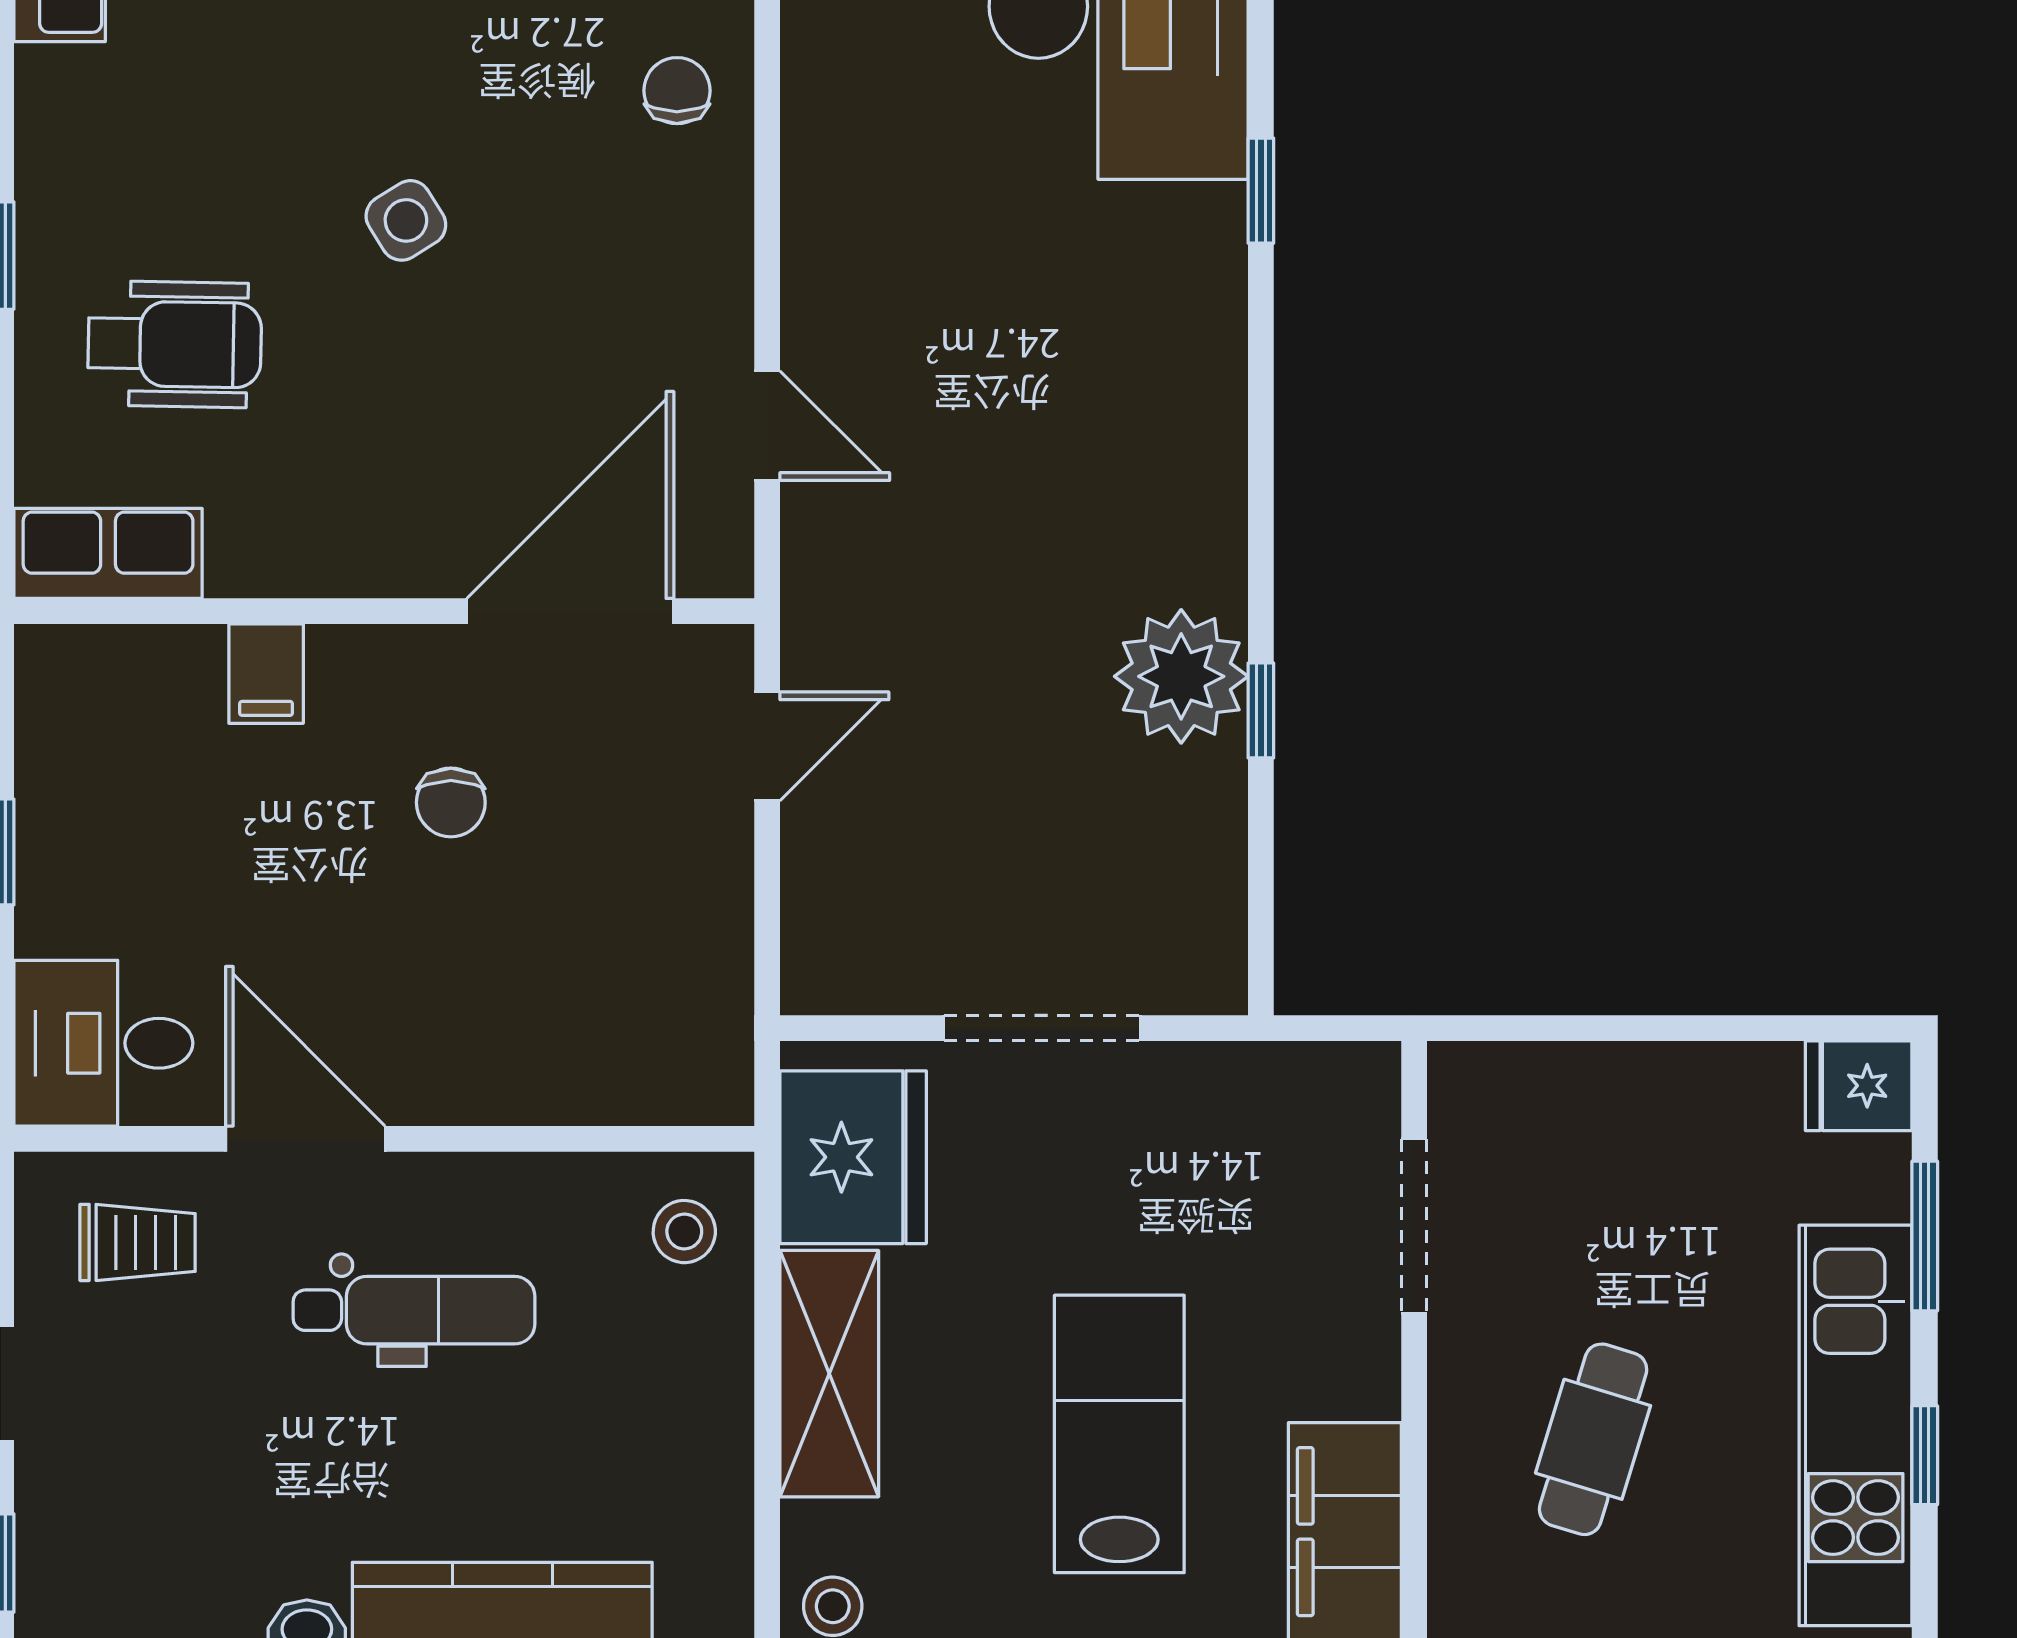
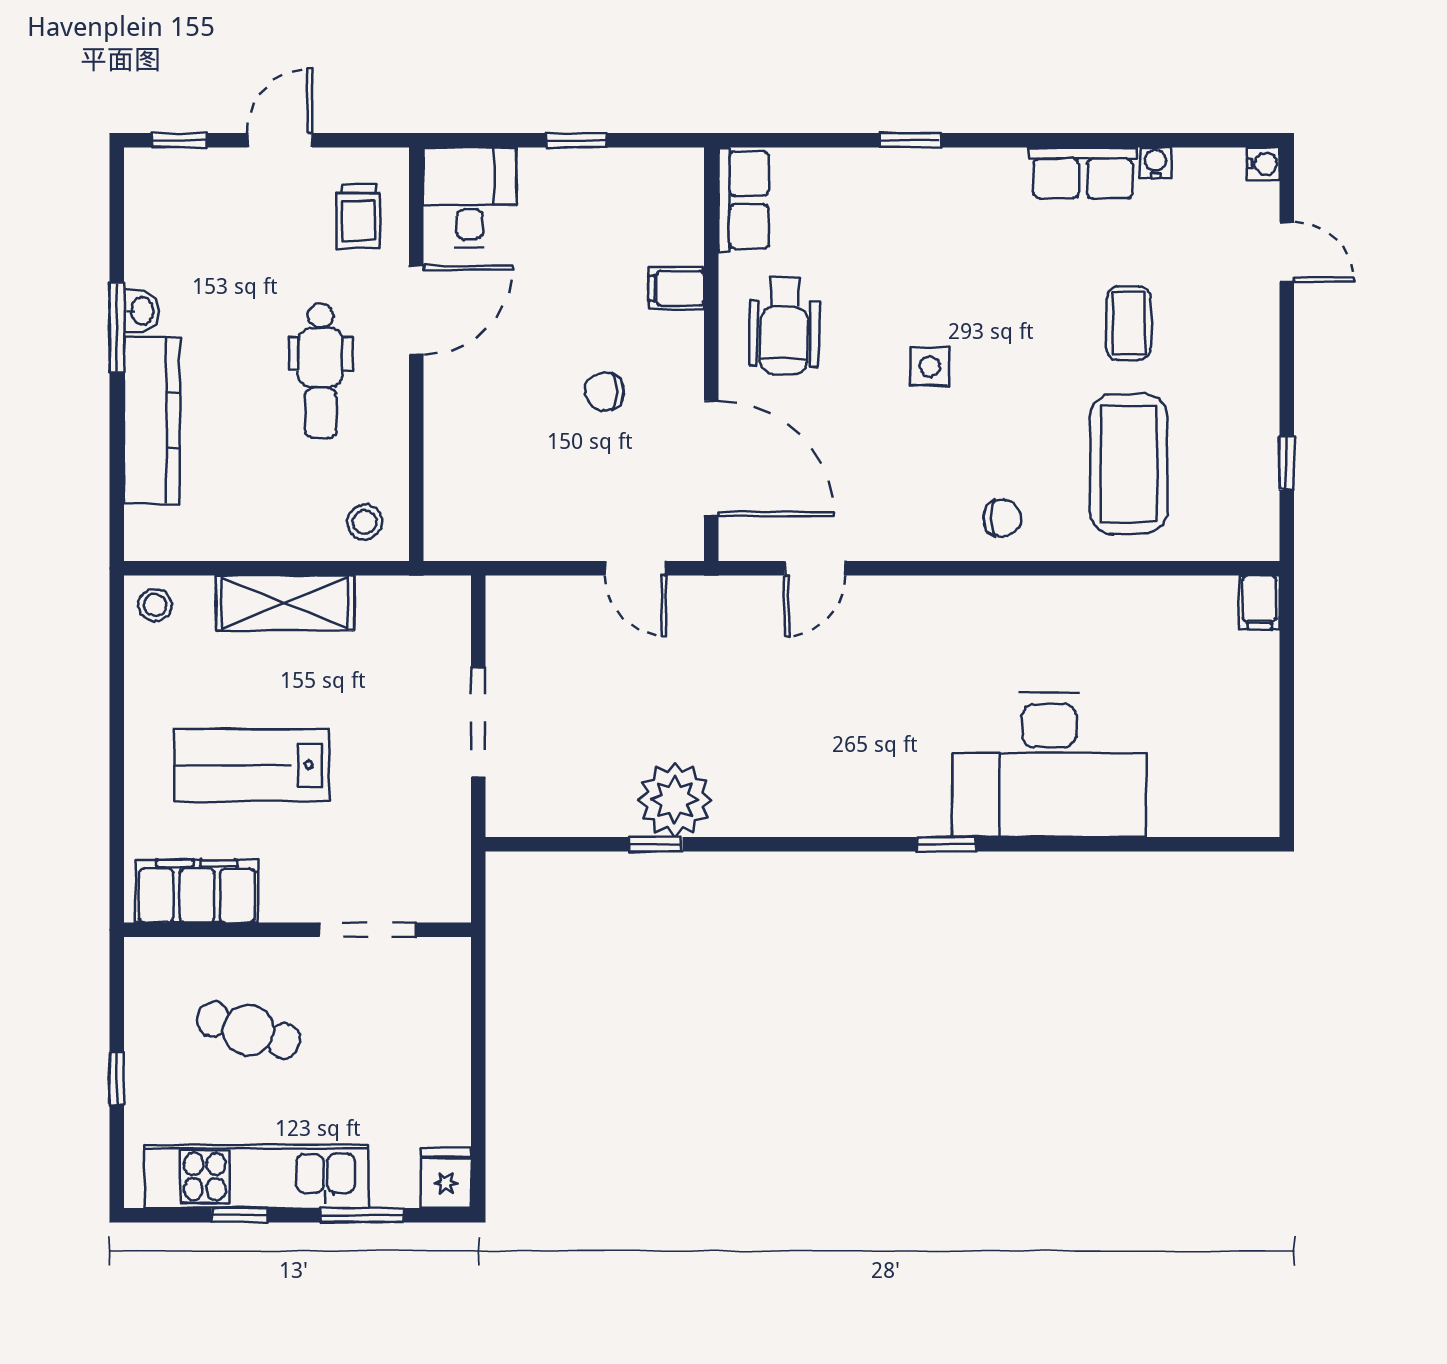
side table: (406, 220) -> (930, 366), turned 32
wheelchair: (175, 344) -> (784, 326), moved
fridge: (853, 1157) -> (406, 616), removed
lab bench: (1119, 1434) -> (251, 765), turned 180

